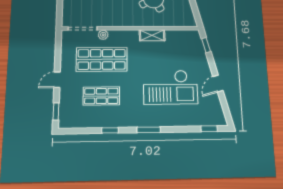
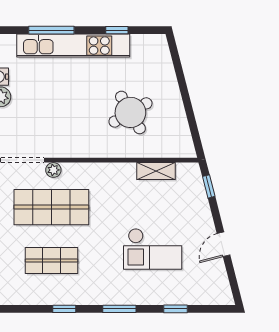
shelving: (152, 35) -> (156, 171), moved
checkout: (170, 87) -> (153, 249), width x0.73, depth x0.83
window: (209, 129) -> (176, 309), moved

